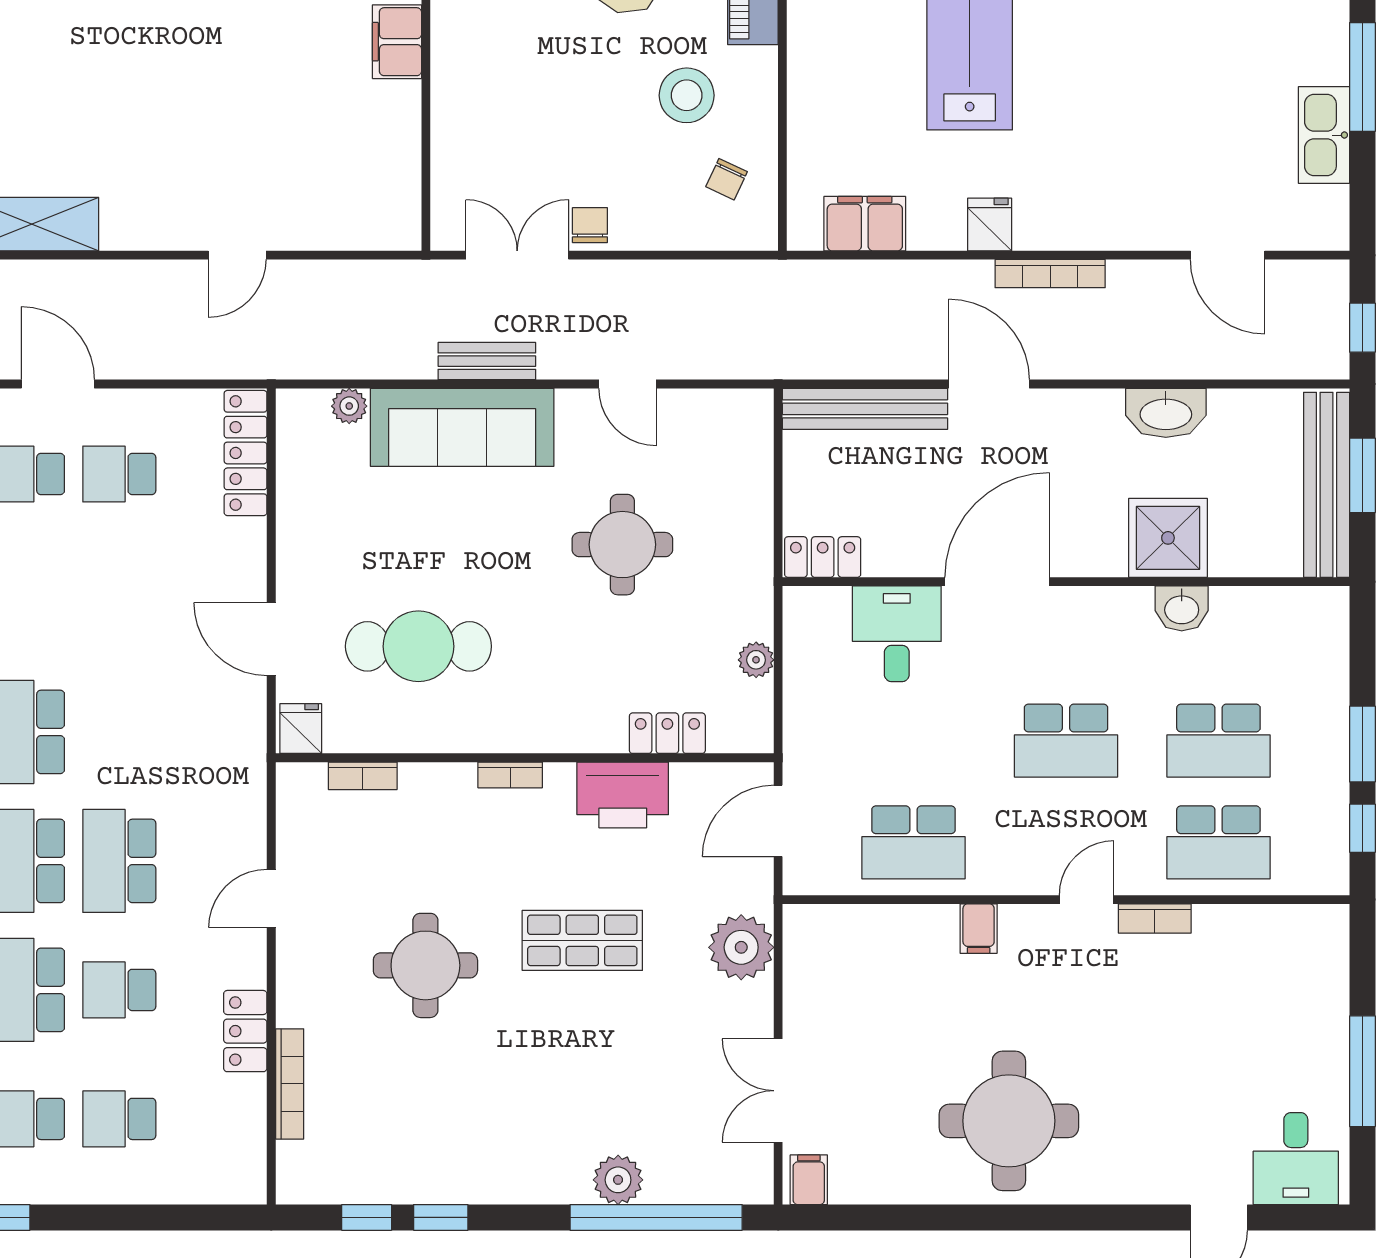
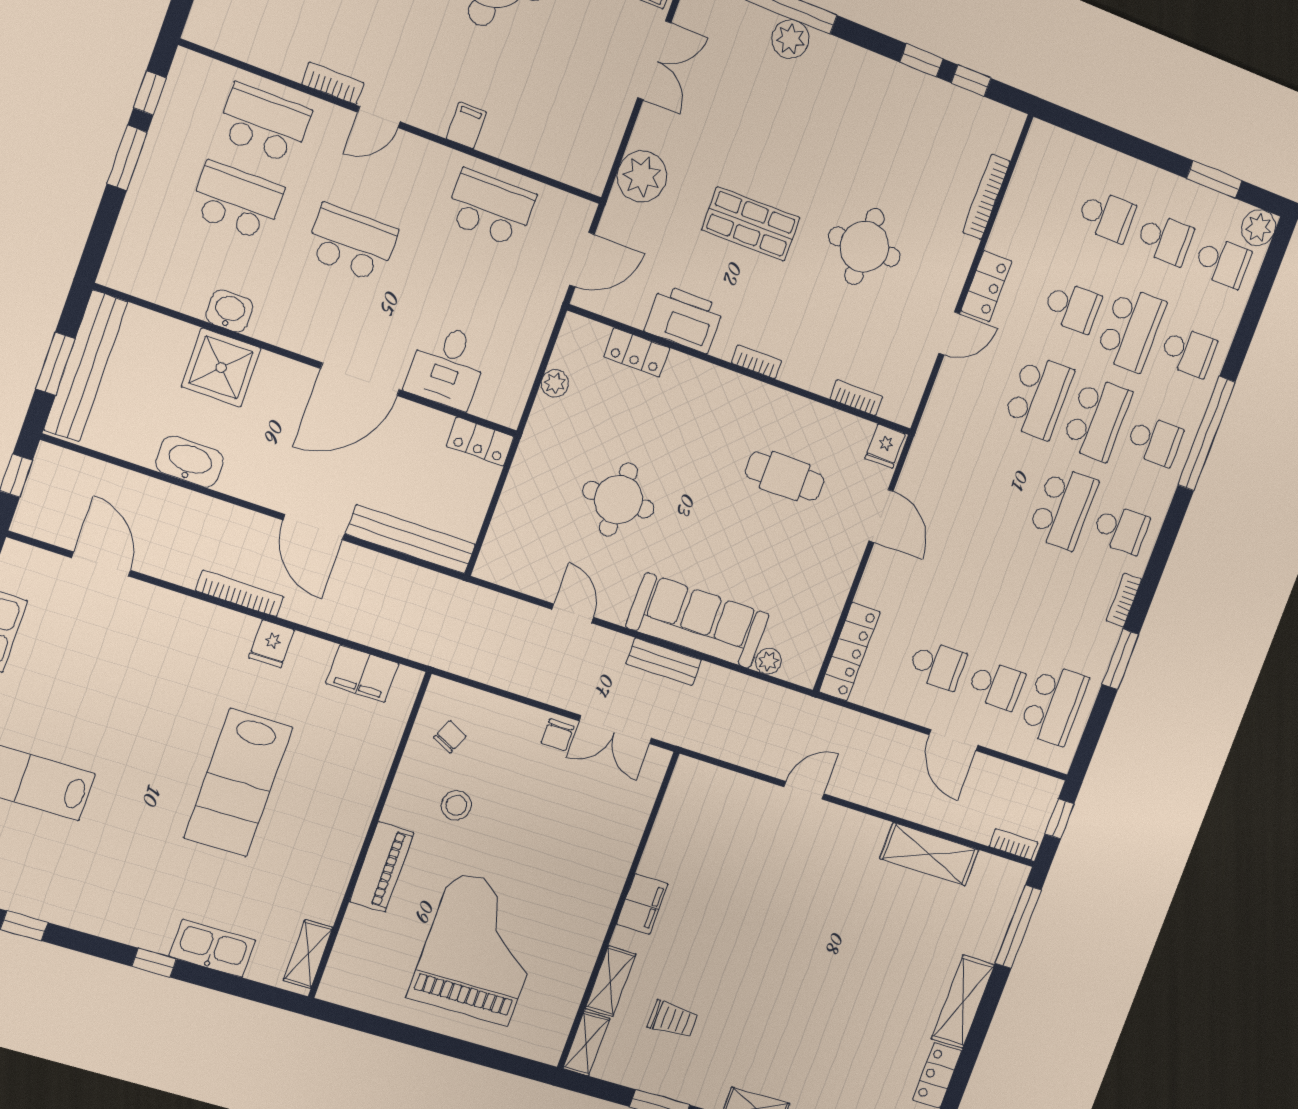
stool: (687, 95) -> (456, 805), width x0.73, depth x0.73
cafe table: (418, 646) -> (785, 476), width x0.73, depth x0.74
locker: (245, 1031) -> (986, 286), moved

